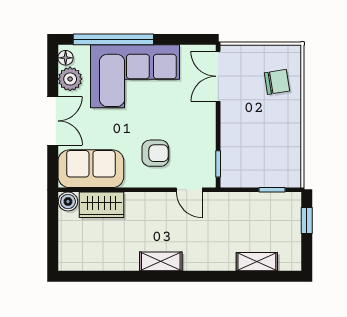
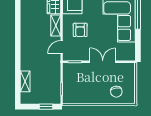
double door: (218, 76) -> (103, 62), moved
shelving: (161, 261) -> (56, 25), moved

